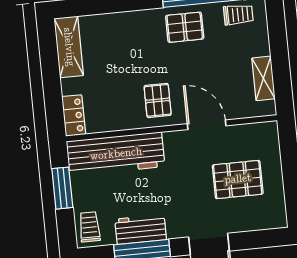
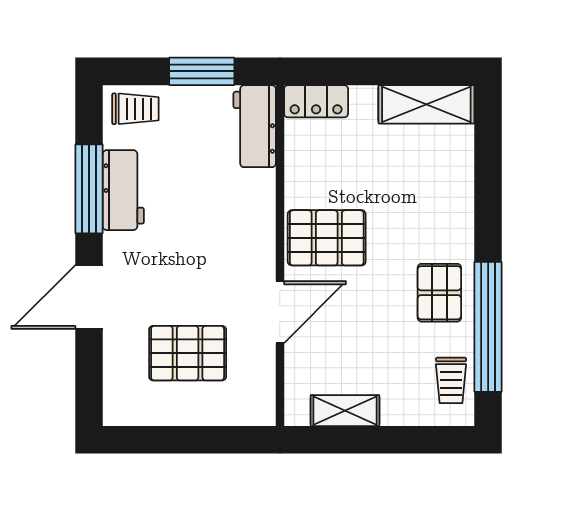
pallet: (158, 100) -> (327, 238), width x1.50, depth x1.42
workbench: (116, 154) -> (255, 126), width x0.53, depth x0.76
pallet: (238, 179) -> (188, 353), turned 90

